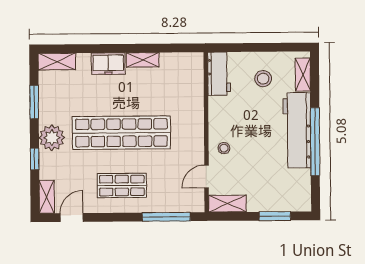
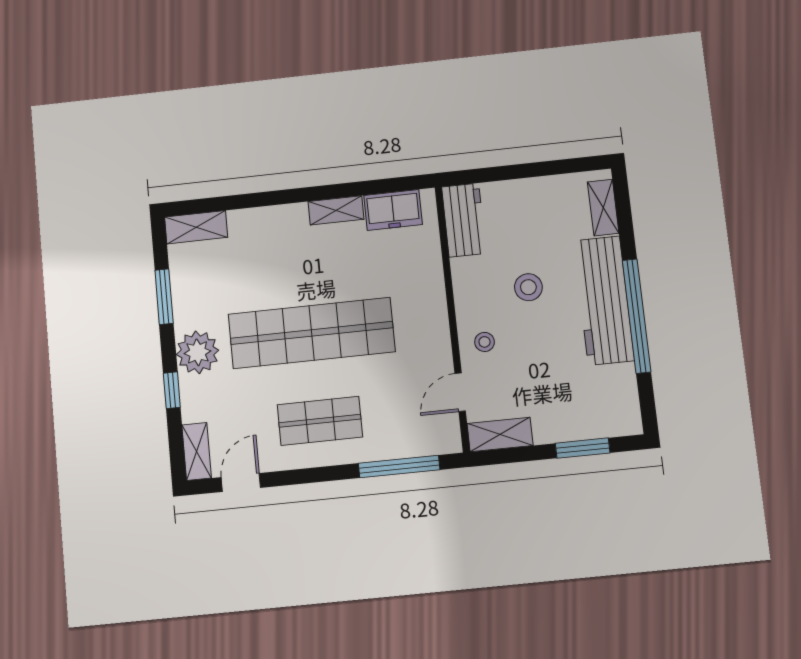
freezer: (108, 64) -> (393, 210), moved
stool: (263, 79) -> (528, 287), moved

